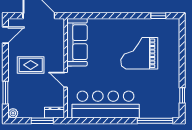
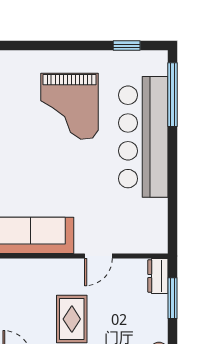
grand piano: (139, 53) -> (69, 106), moved
bar counter: (106, 105) -> (143, 137), moved

